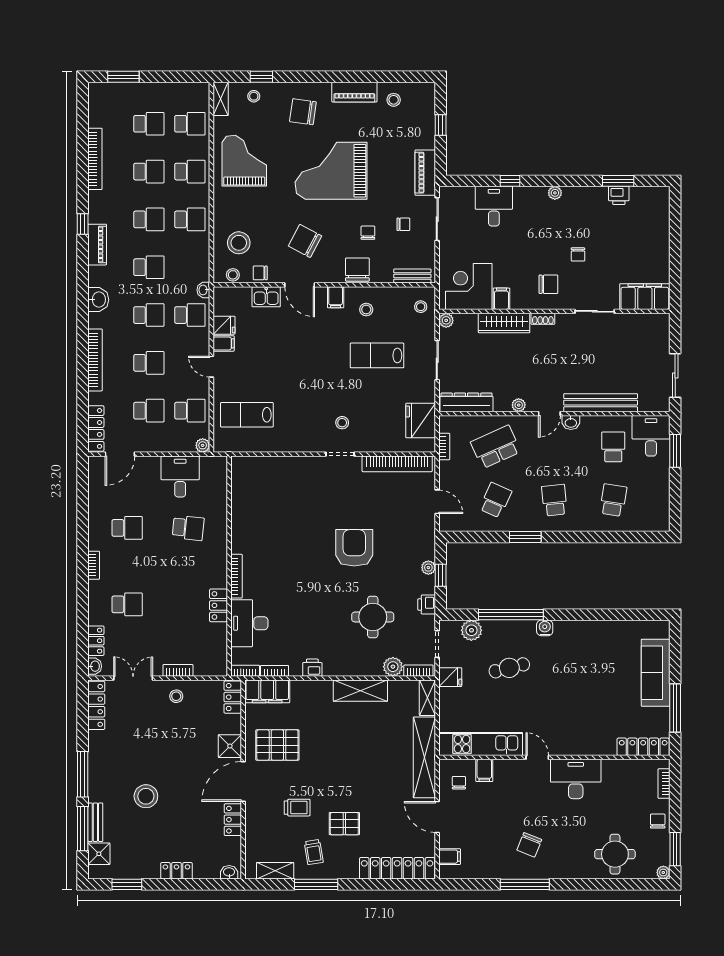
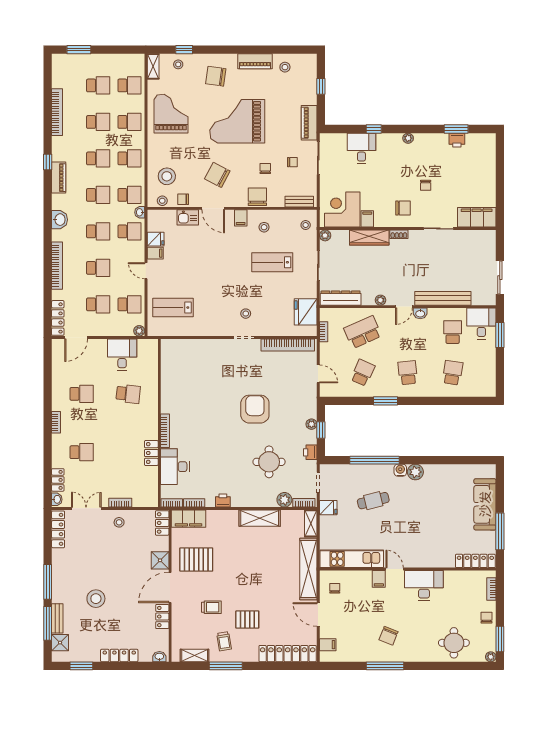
school desk: (190, 267) -> (129, 195), added
plant: (471, 630) -> (415, 472), moved
filing cabinet: (484, 770) -> (379, 579), moved
locker: (176, 871) -> (119, 656), width x1.53

